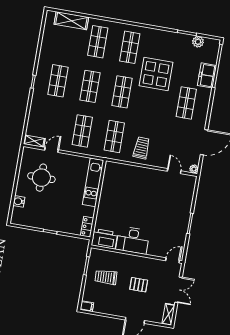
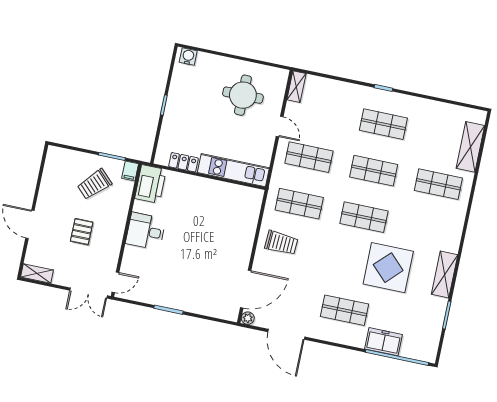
shelving: (159, 35) -> (445, 274), added
plant: (198, 42) -> (433, 331), removed
shop shelf: (130, 47) -> (429, 231), removed
door: (52, 150) -> (280, 127), moved
door: (174, 171) -> (246, 289), width x1.87
water cooler: (19, 201) -> (188, 56), moved
locker: (87, 227) -> (183, 162), moved
desk: (133, 240) -> (146, 231), width x0.73
door: (173, 260) -> (115, 282), hinge flipped
trolley: (106, 277) -> (94, 184), turned -132
double door: (179, 290) -> (89, 293), moved
filing cabinet: (87, 306) -> (130, 171), moved

